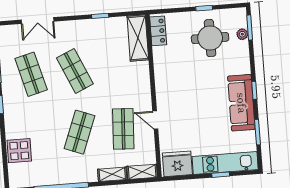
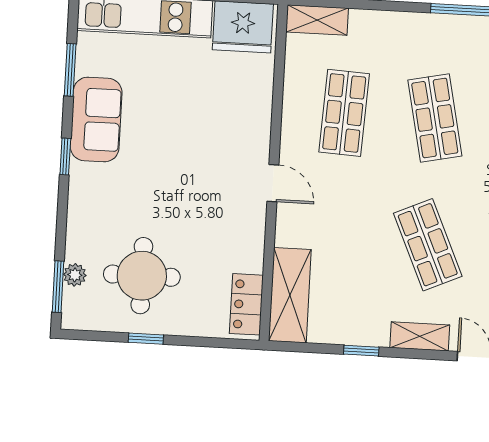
sofa: (241, 103) -> (96, 119), width x0.73
door: (155, 120) -> (273, 183), moved
shop shelf: (79, 132) -> (435, 118), turned -33
shelving: (112, 174) -> (420, 336), moved

